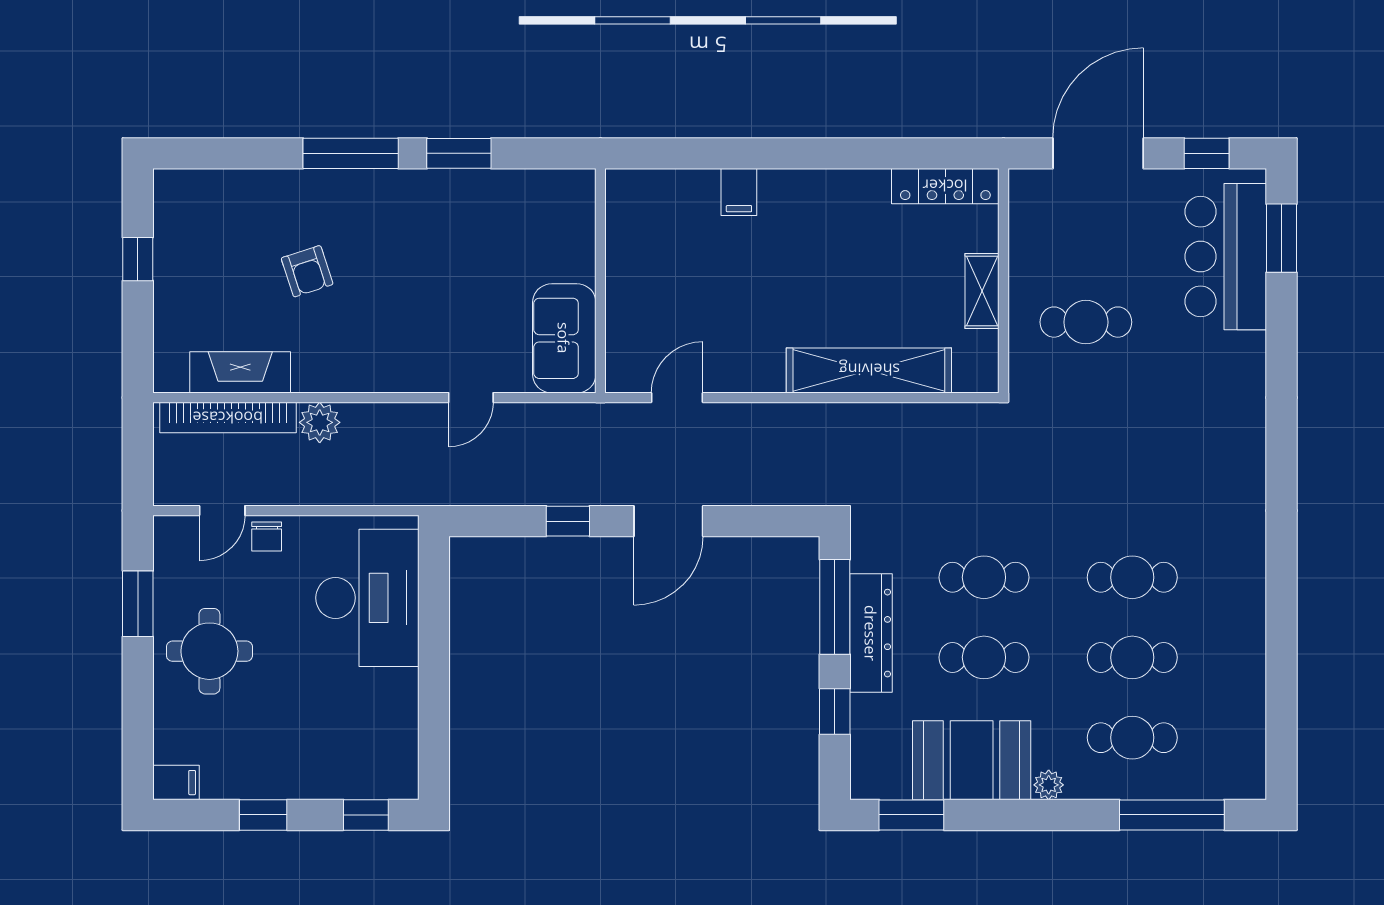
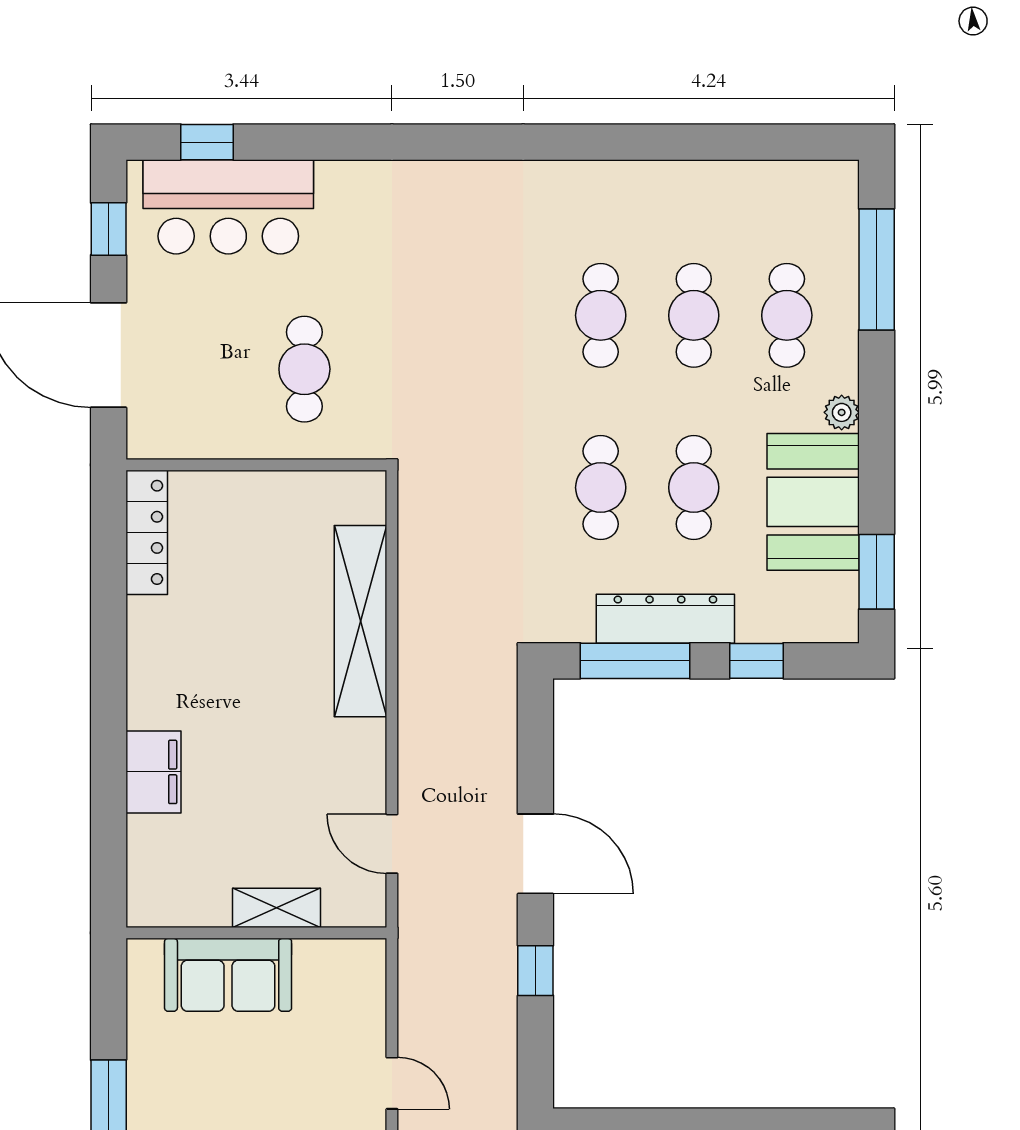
filing cabinet: (739, 192) -> (153, 772), width x2.00
window: (1282, 238) -> (207, 142), width x0.67
shelving: (982, 291) -> (277, 908), moved
sofa: (564, 338) -> (228, 975), moved

